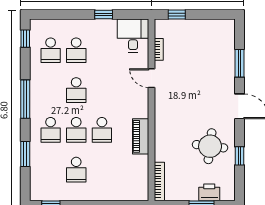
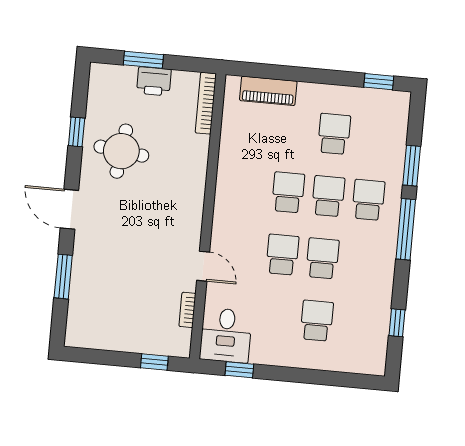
window: (104, 15) -> (239, 370), moved
window: (25, 39) -> (397, 323), moved
school desk: (51, 50) -> (282, 255), moved
window: (25, 99) -> (406, 229), moved
piano: (141, 136) -> (268, 91), moved, turned 90
printer: (209, 192) -> (154, 81), moved

